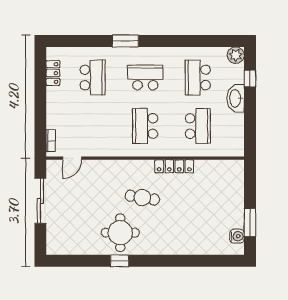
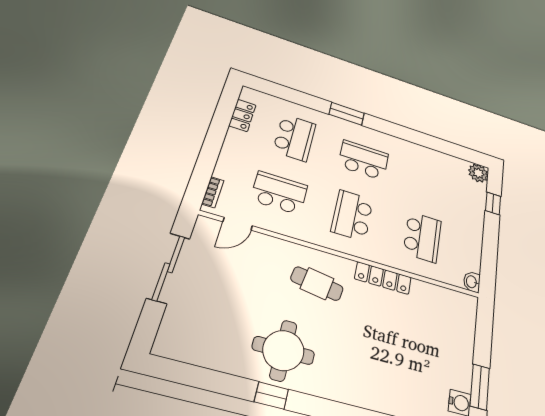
school desk: (198, 77) -> (279, 193), moved, turned 90
washbasin: (236, 98) -> (472, 282), moved, width x0.52, depth x0.69
cafe table: (142, 198) -> (317, 284), moved

